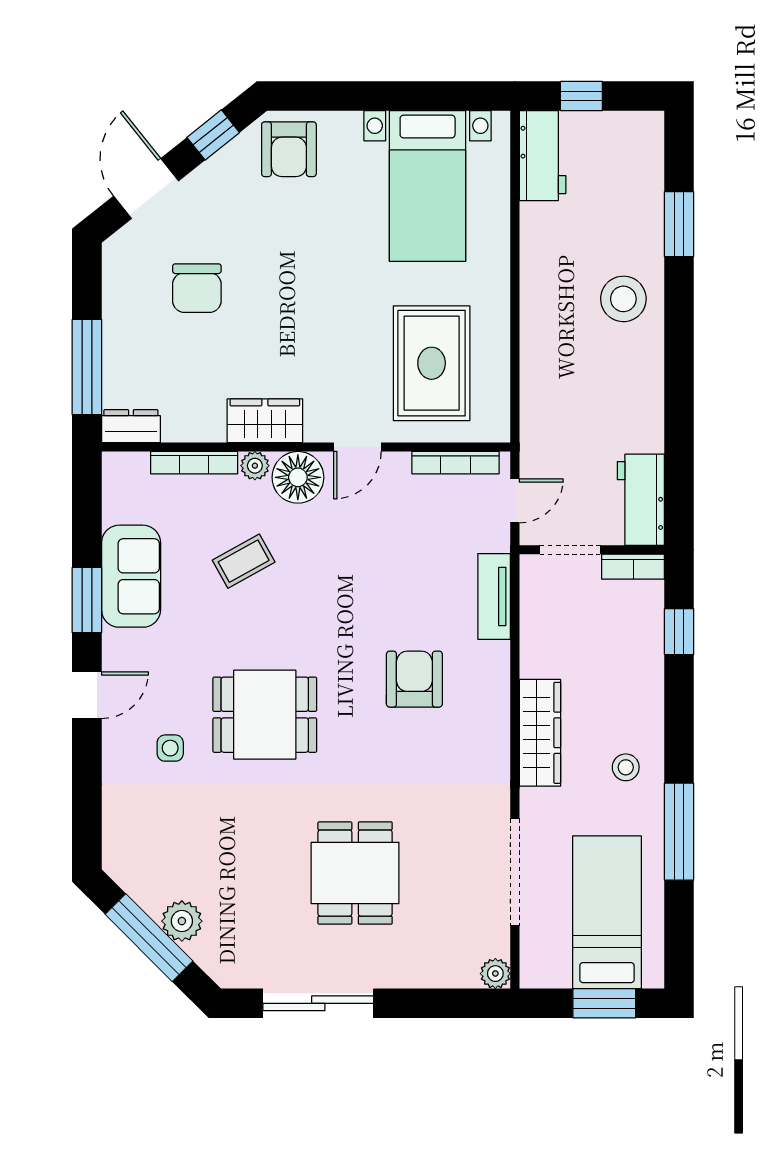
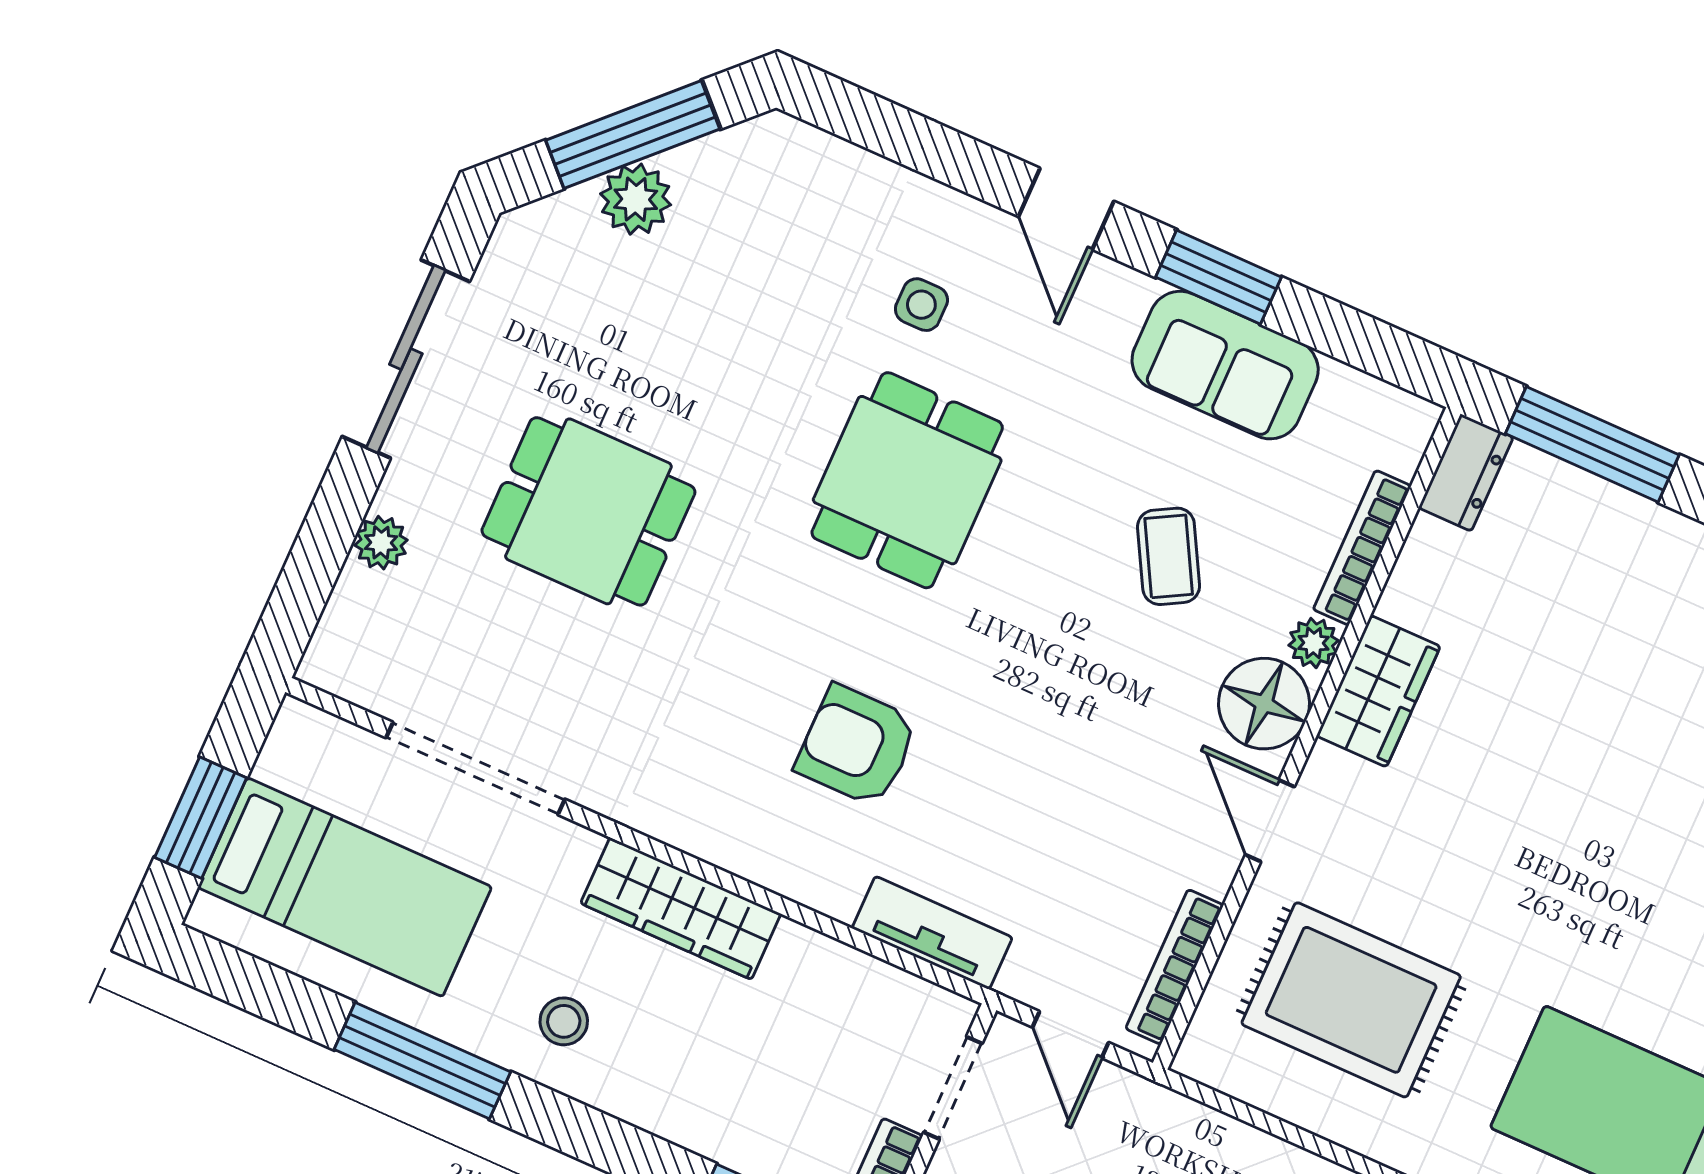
chair: (197, 288) -> (1640, 677), removed
armchair: (414, 679) -> (857, 746), turned 180
plant: (495, 974) -> (381, 543), moved

